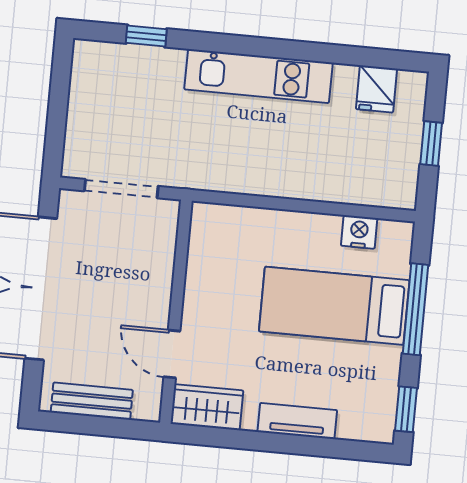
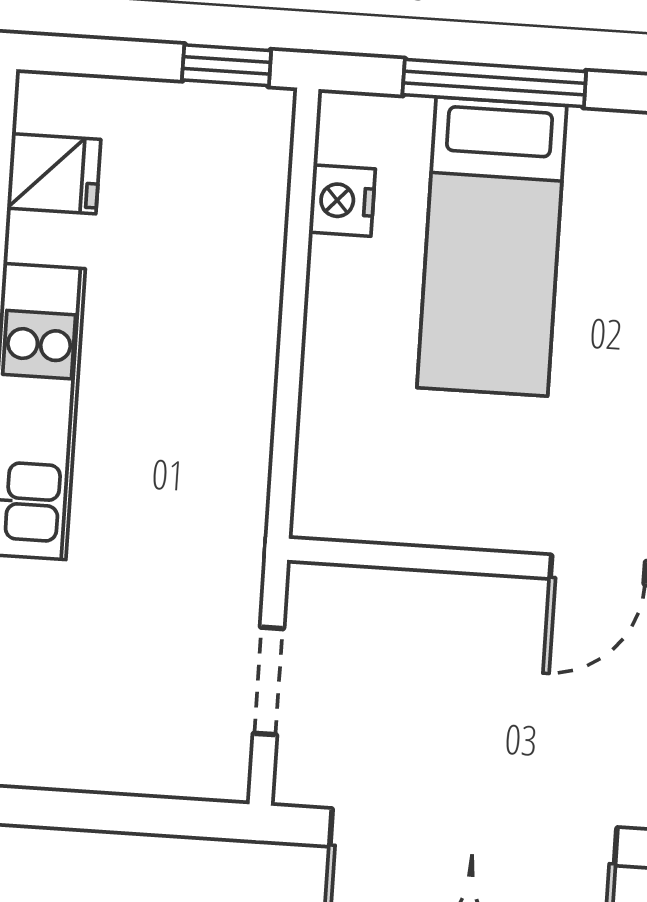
window: (431, 143) -> (227, 65), moved
doorway: (121, 189) -> (268, 681), width x0.73

